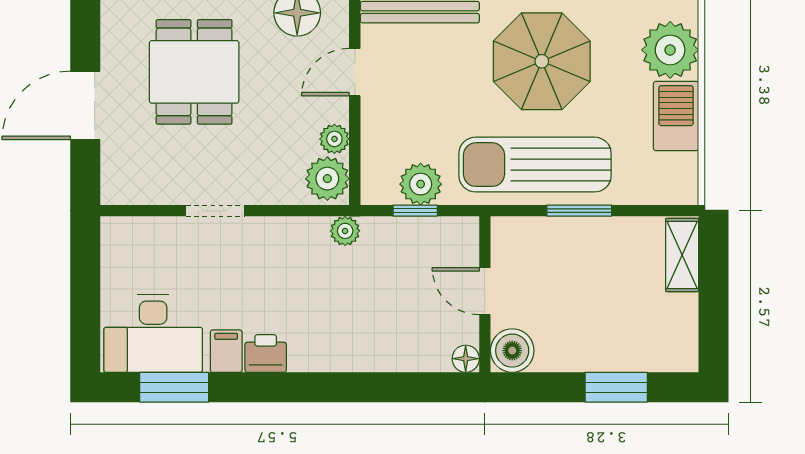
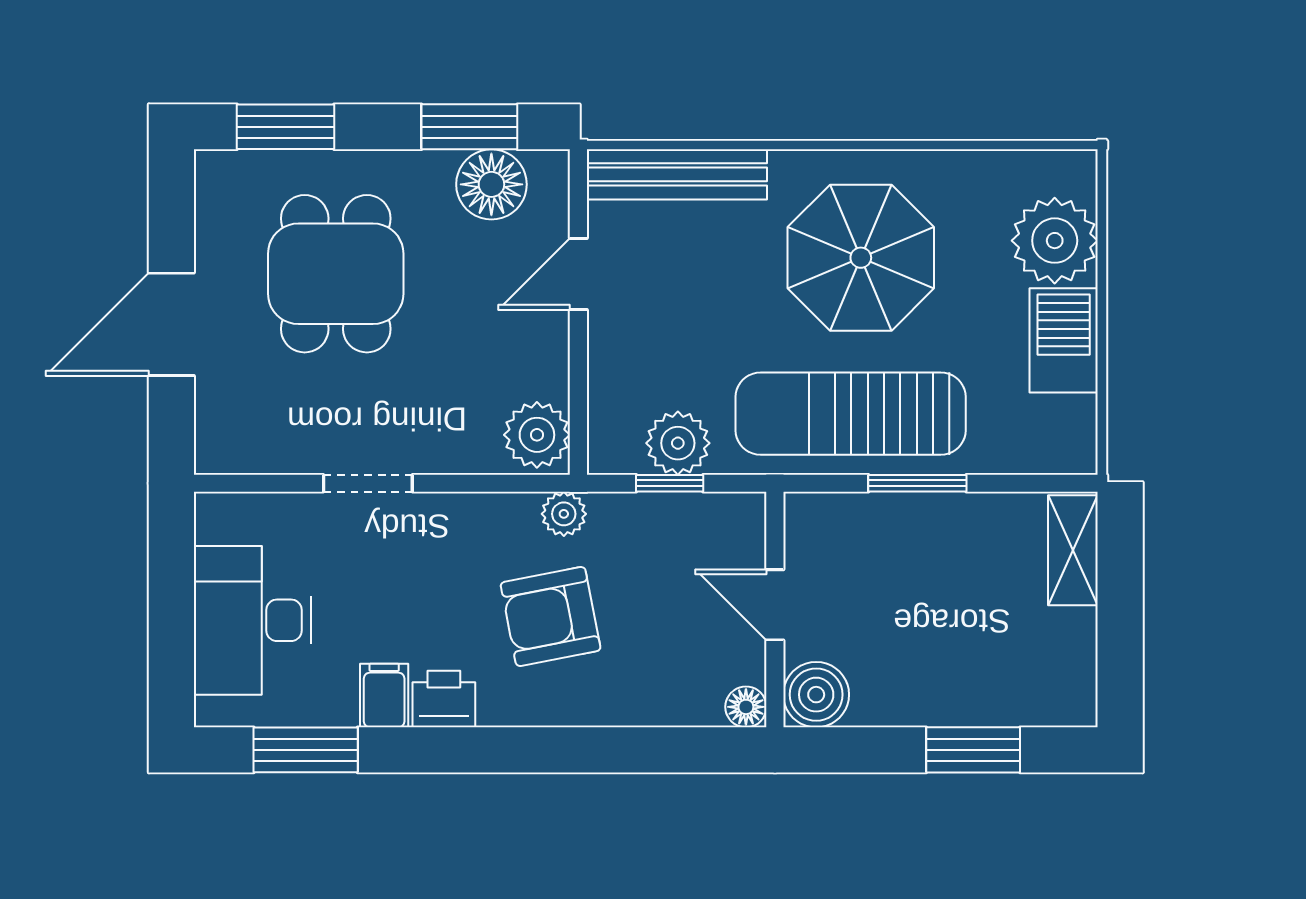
plant: (334, 139) -> (548, 375), removed
armchair: (336, 299) -> (551, 617), added
desk: (153, 334) -> (252, 620), moved, turned 90

